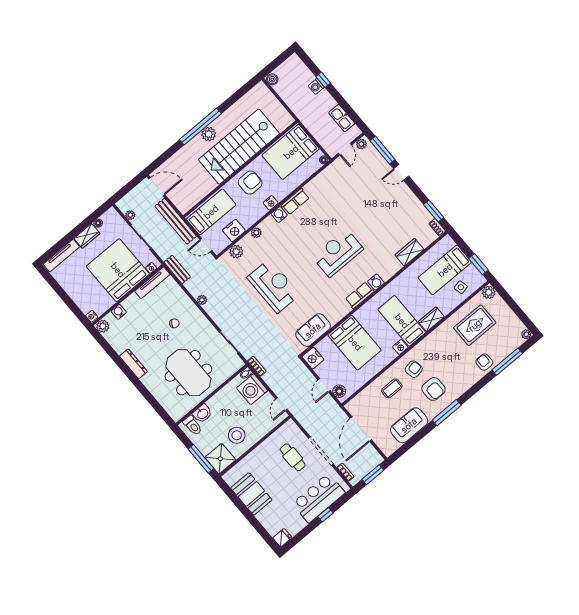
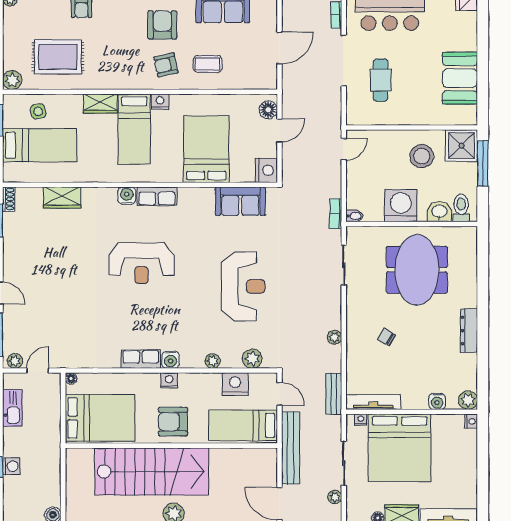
reception desk: (273, 286) -> (243, 286), turned 180
washing machine: (252, 389) -> (401, 206), moved, turned -90
door: (361, 429) -> (279, 48), width x0.73

